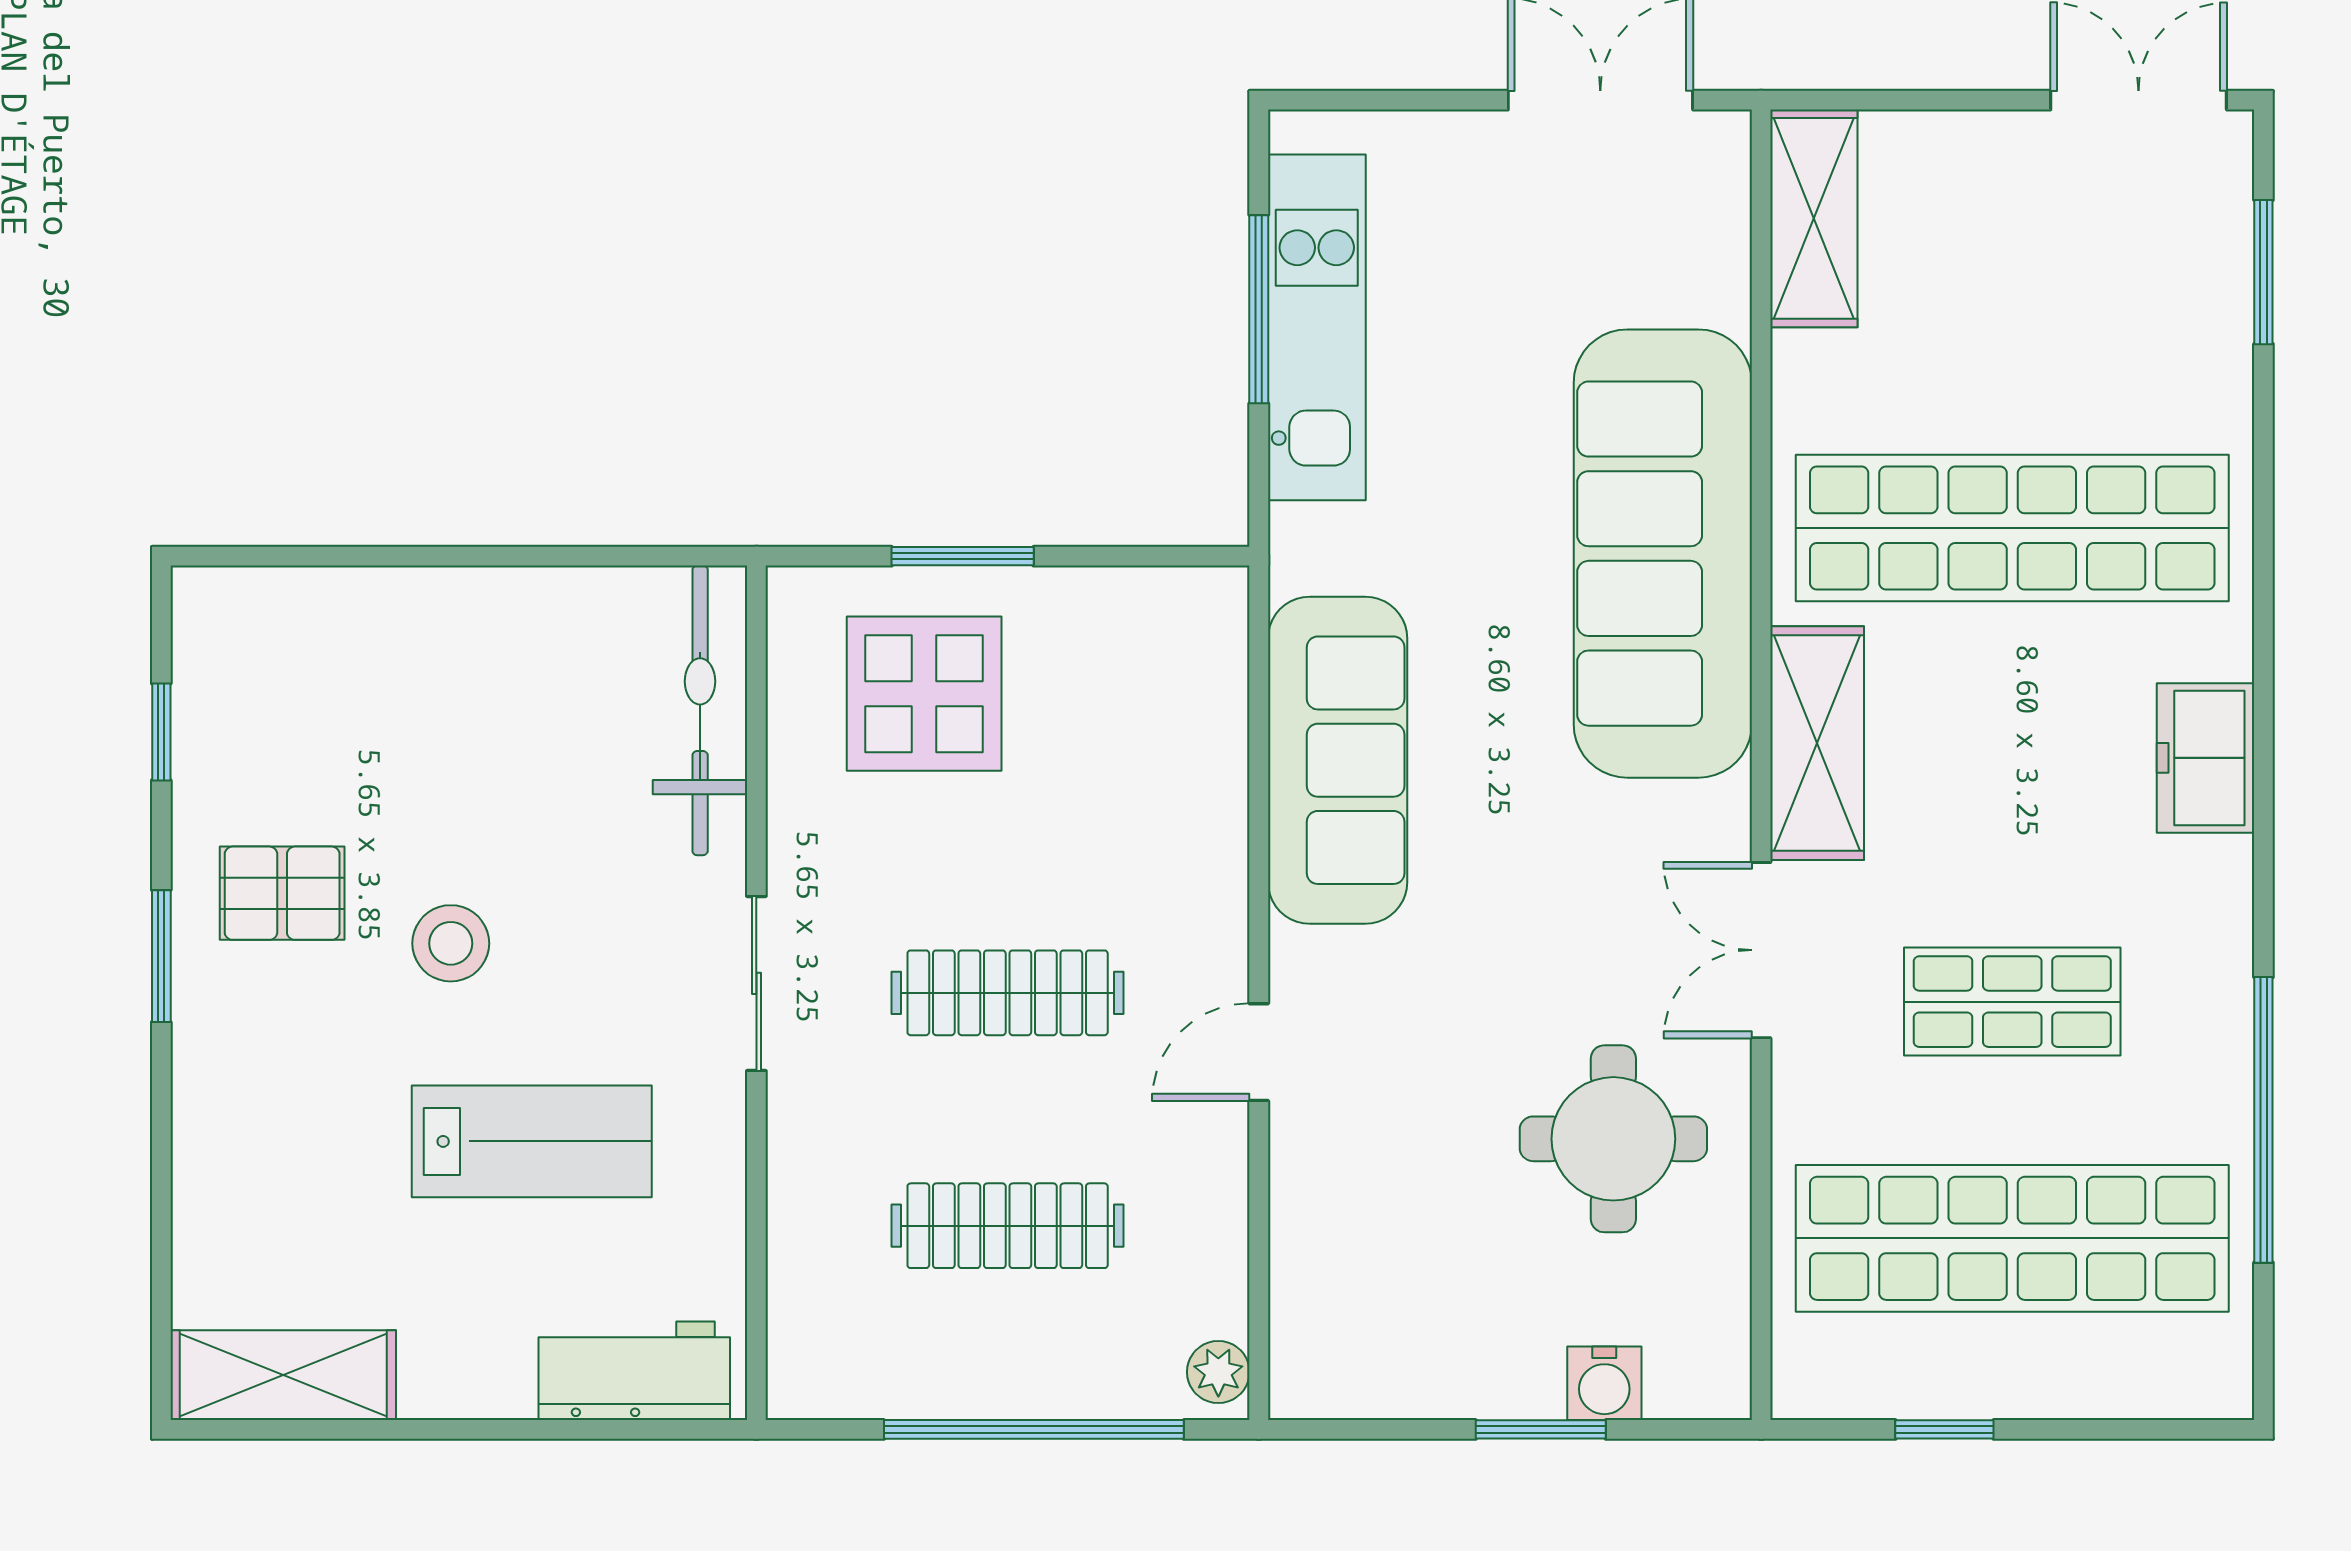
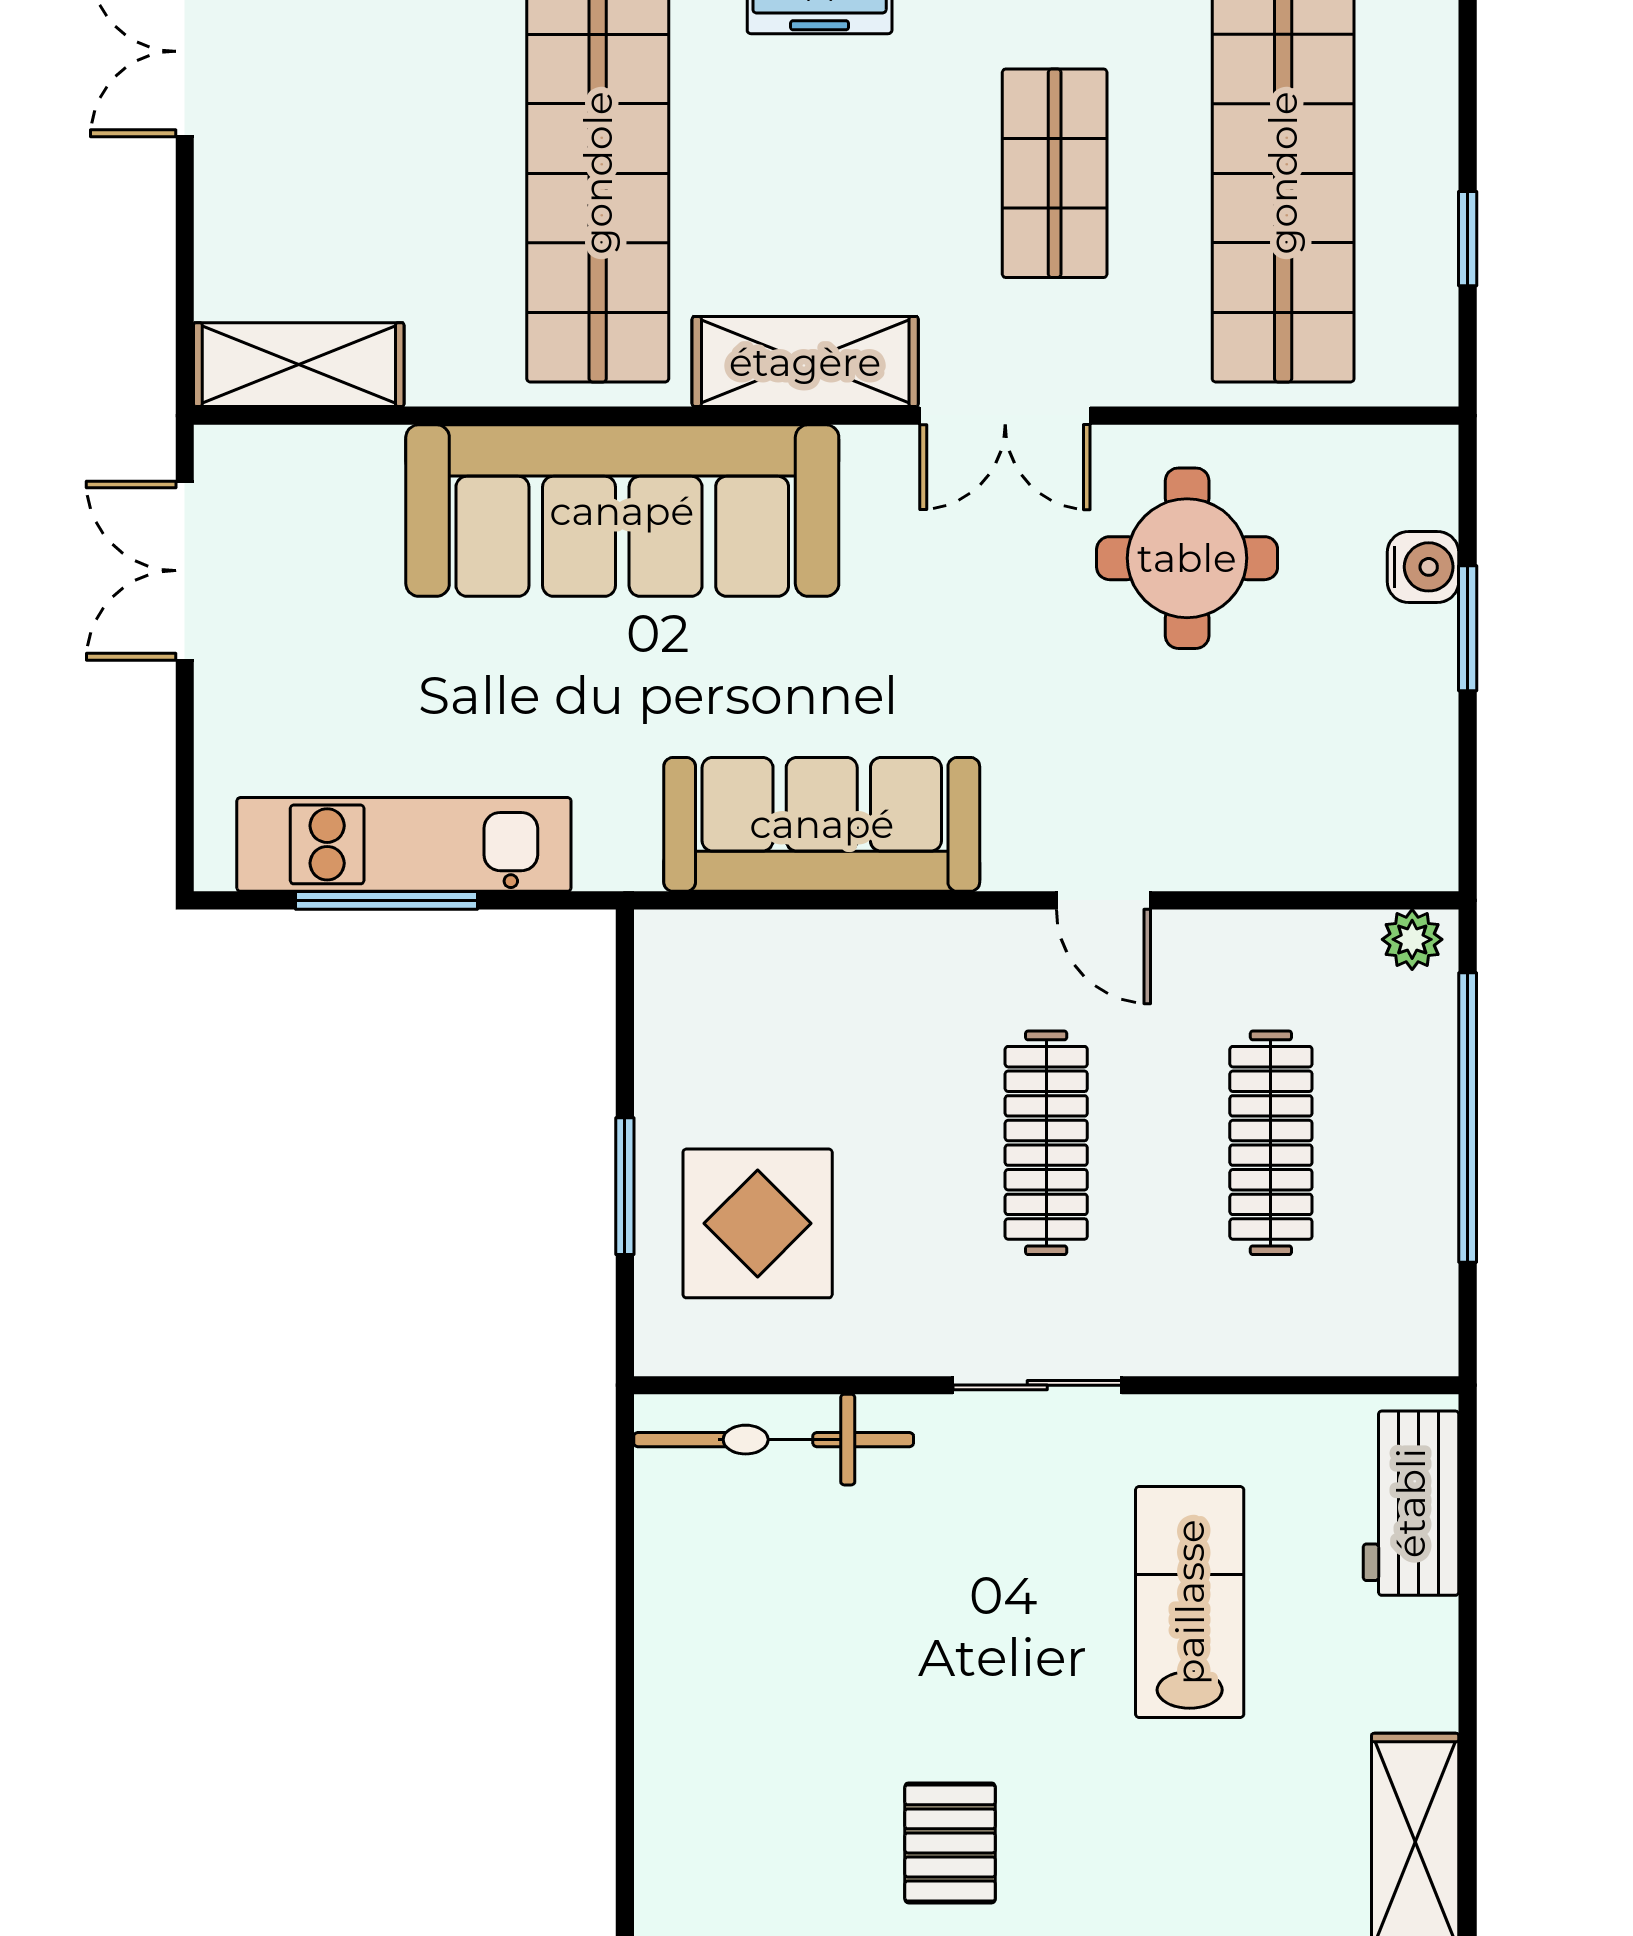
stool: (451, 943) -> (998, 1680), removed

